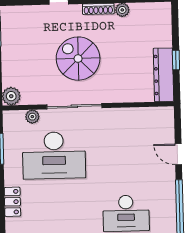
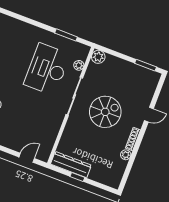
door: (178, 154) -> (27, 158), moved
locker: (12, 202) -> (27, 29), removed

